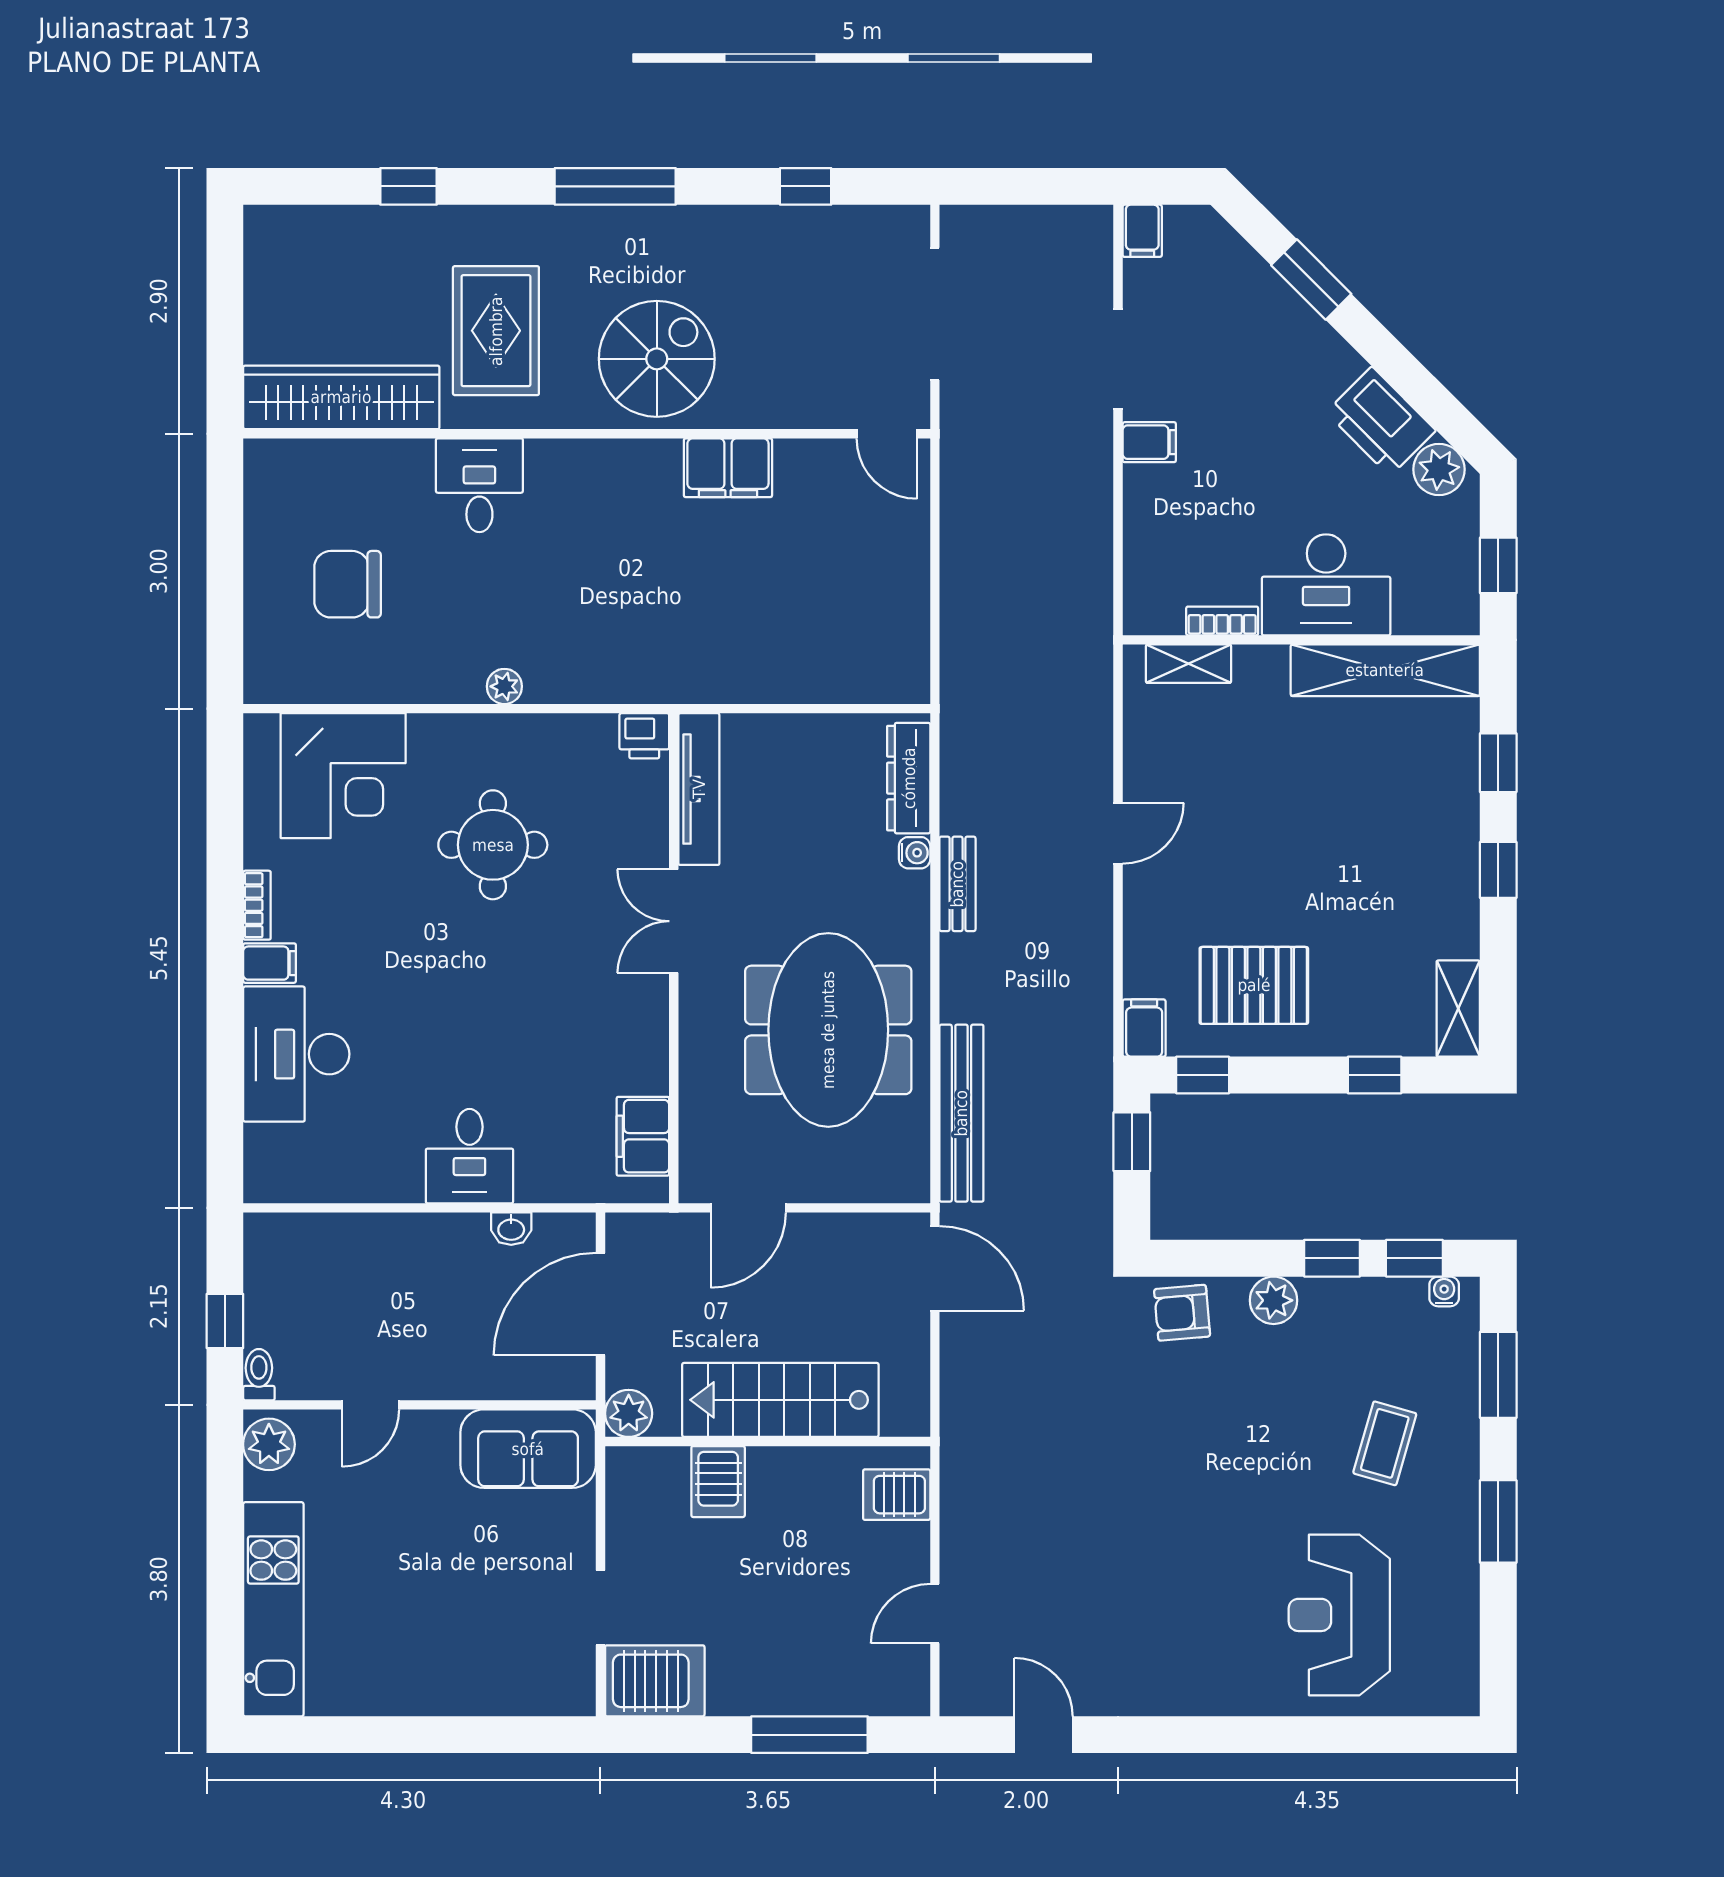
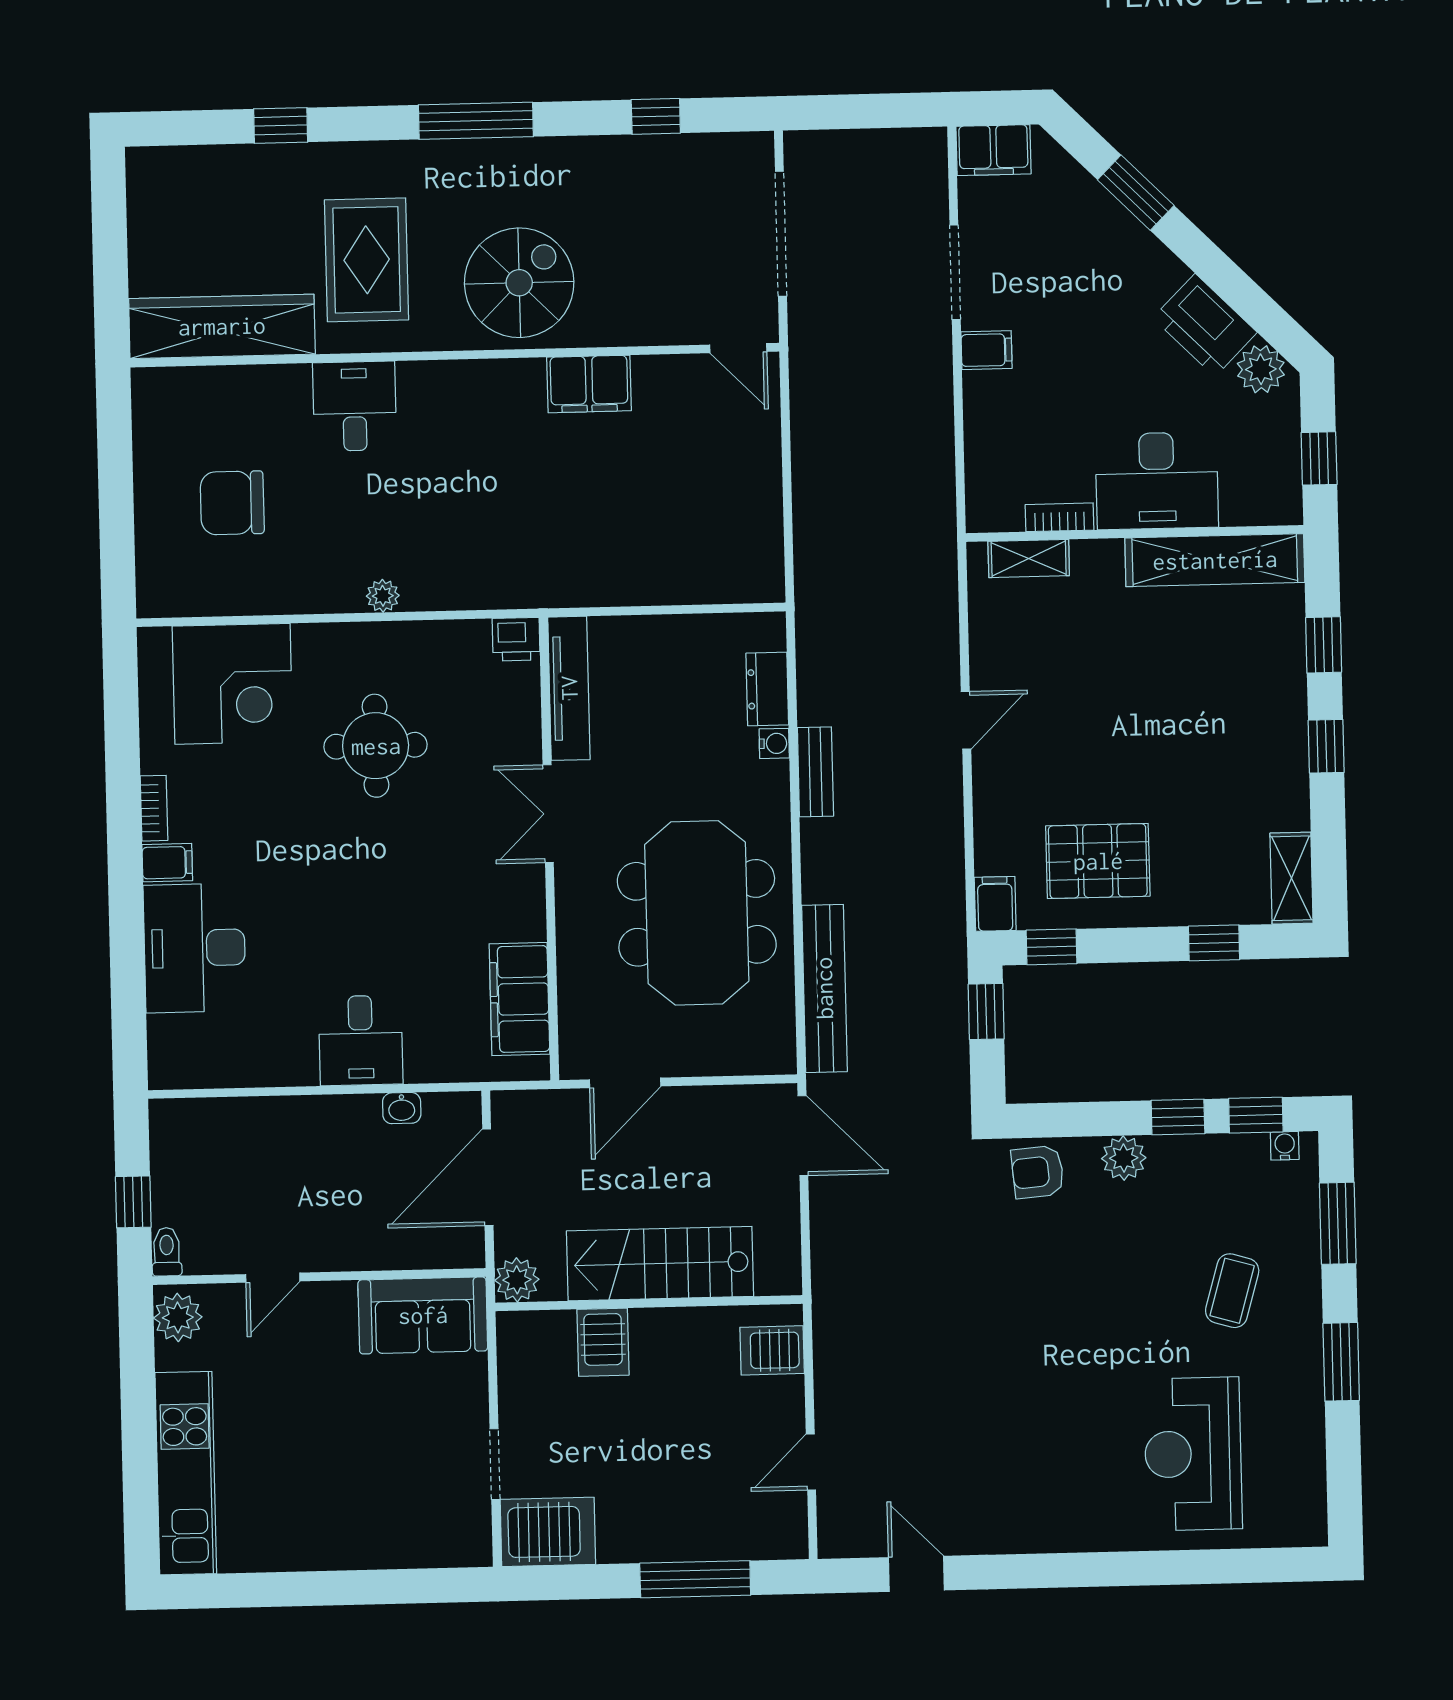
filing cabinet: (1142, 231) -> (993, 150), width x2.00
dresser: (909, 778) -> (767, 689), width x0.70
filing cabinet: (643, 1136) -> (519, 999), width x1.50, depth x1.17

